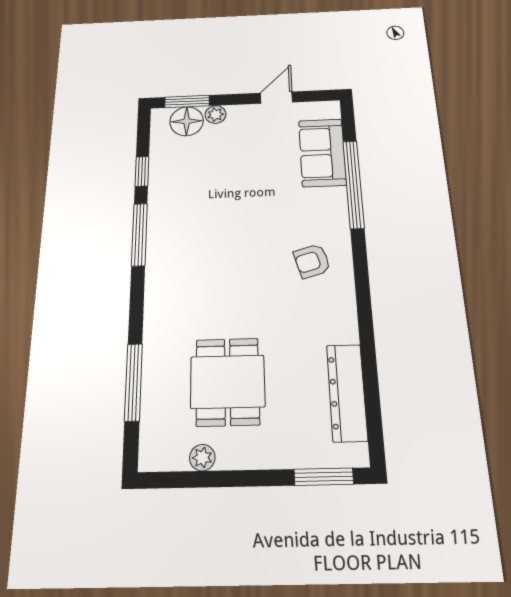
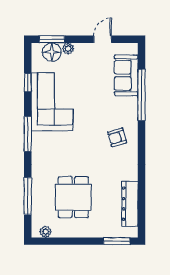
corner sofa: (186, 202) -> (52, 102), added
window: (139, 235) -> (28, 134), moved
plant: (202, 458) -> (46, 232), moved

